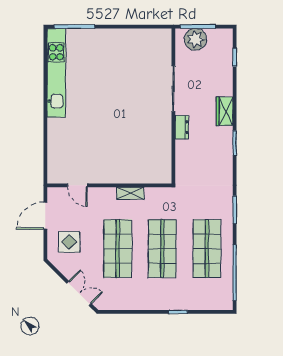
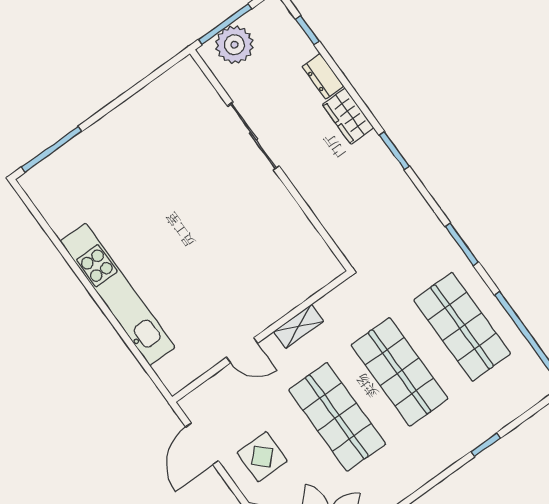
kitchen unit: (56, 73) -> (118, 294), moved
dresser: (182, 127) -> (323, 76), moved, turned 180
door: (77, 185) -> (242, 350), moved

